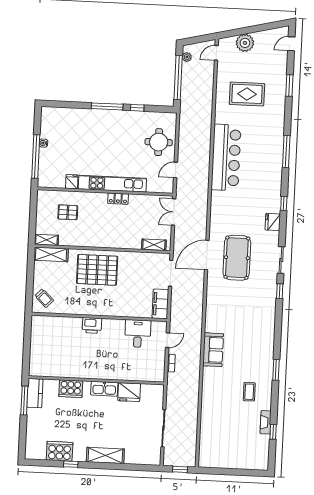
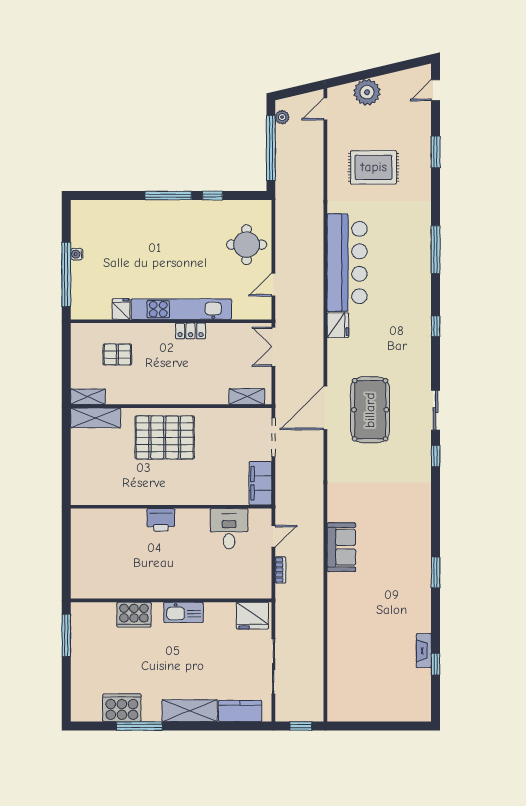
fridge: (273, 222) -> (338, 325), moved, turned 180
trolley: (44, 298) -> (89, 483), removed
fridge: (129, 392) -> (252, 616), moved
coffee table: (249, 392) -> (398, 607), removed
kitchen counter: (35, 393) -> (240, 711), moved, turned -90
window: (71, 464) -> (139, 726), width x2.17

